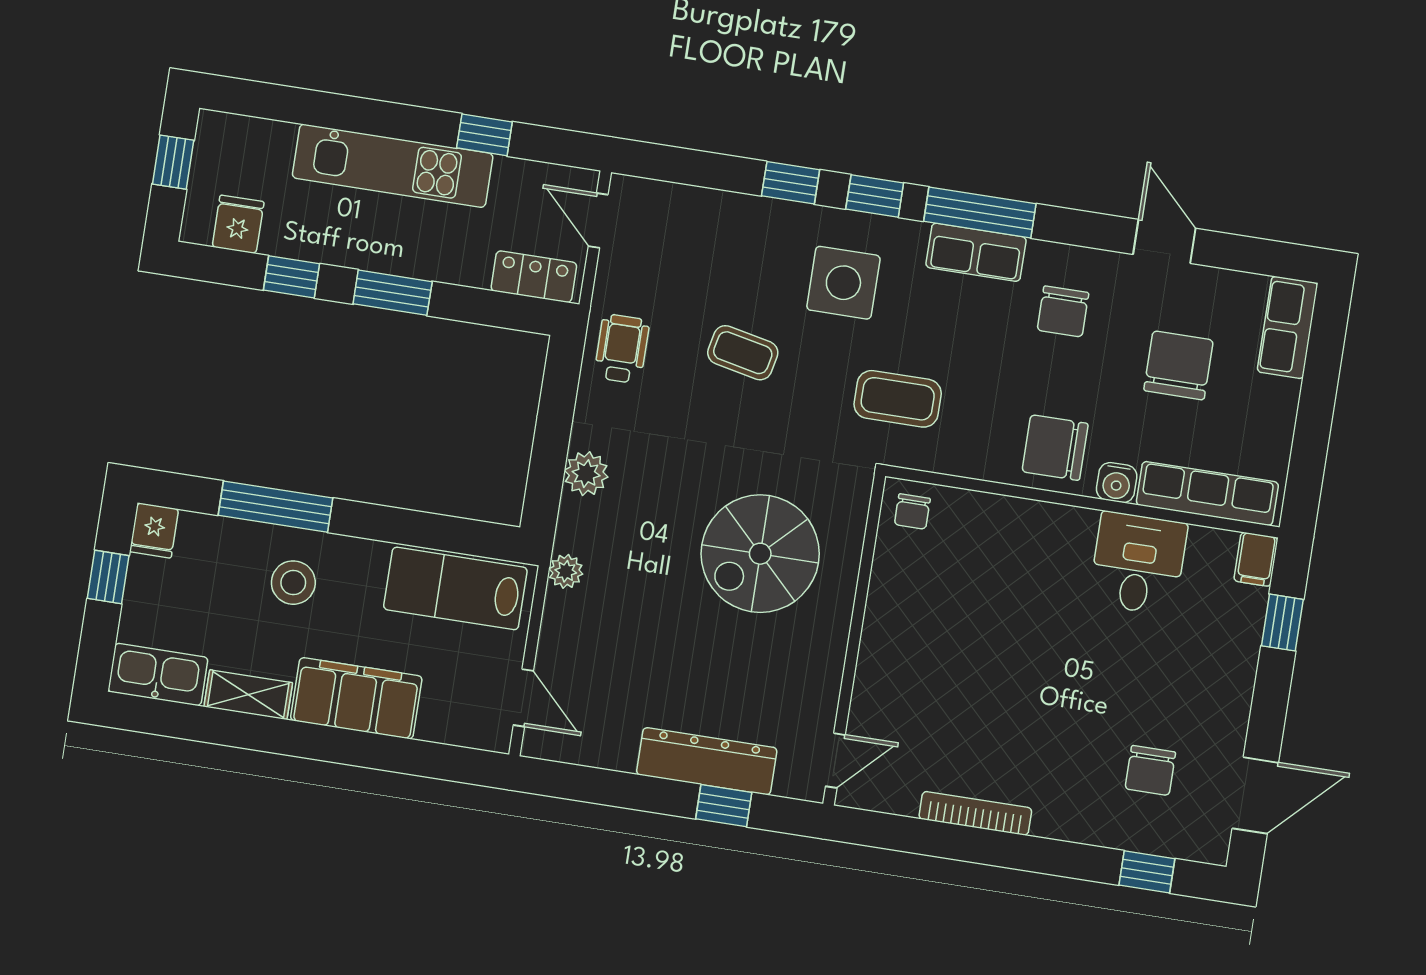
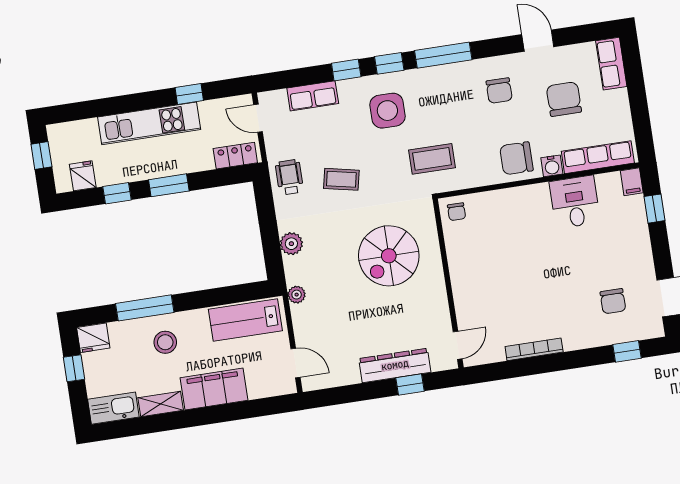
row of seats: (976, 252) -> (313, 96), moved
coffee table: (743, 353) -> (341, 179), moved
fridge: (154, 530) -> (93, 338), width x1.38

